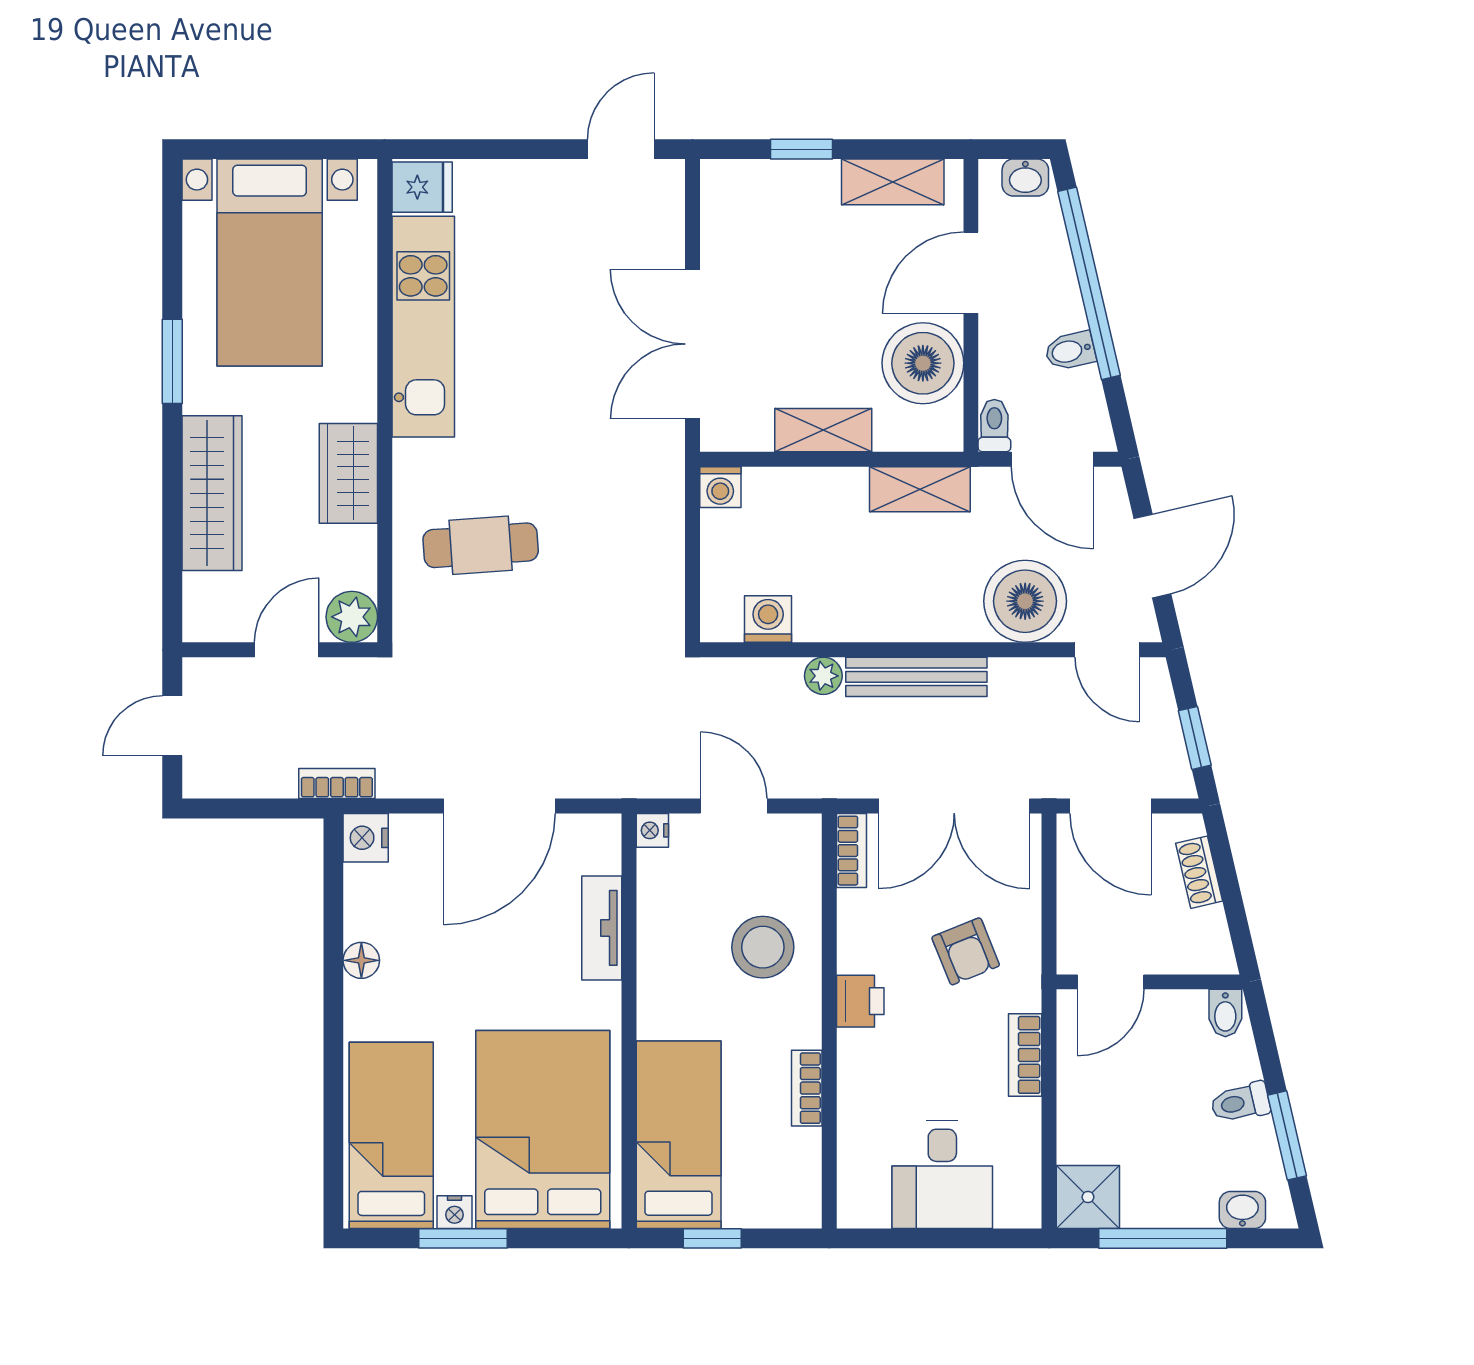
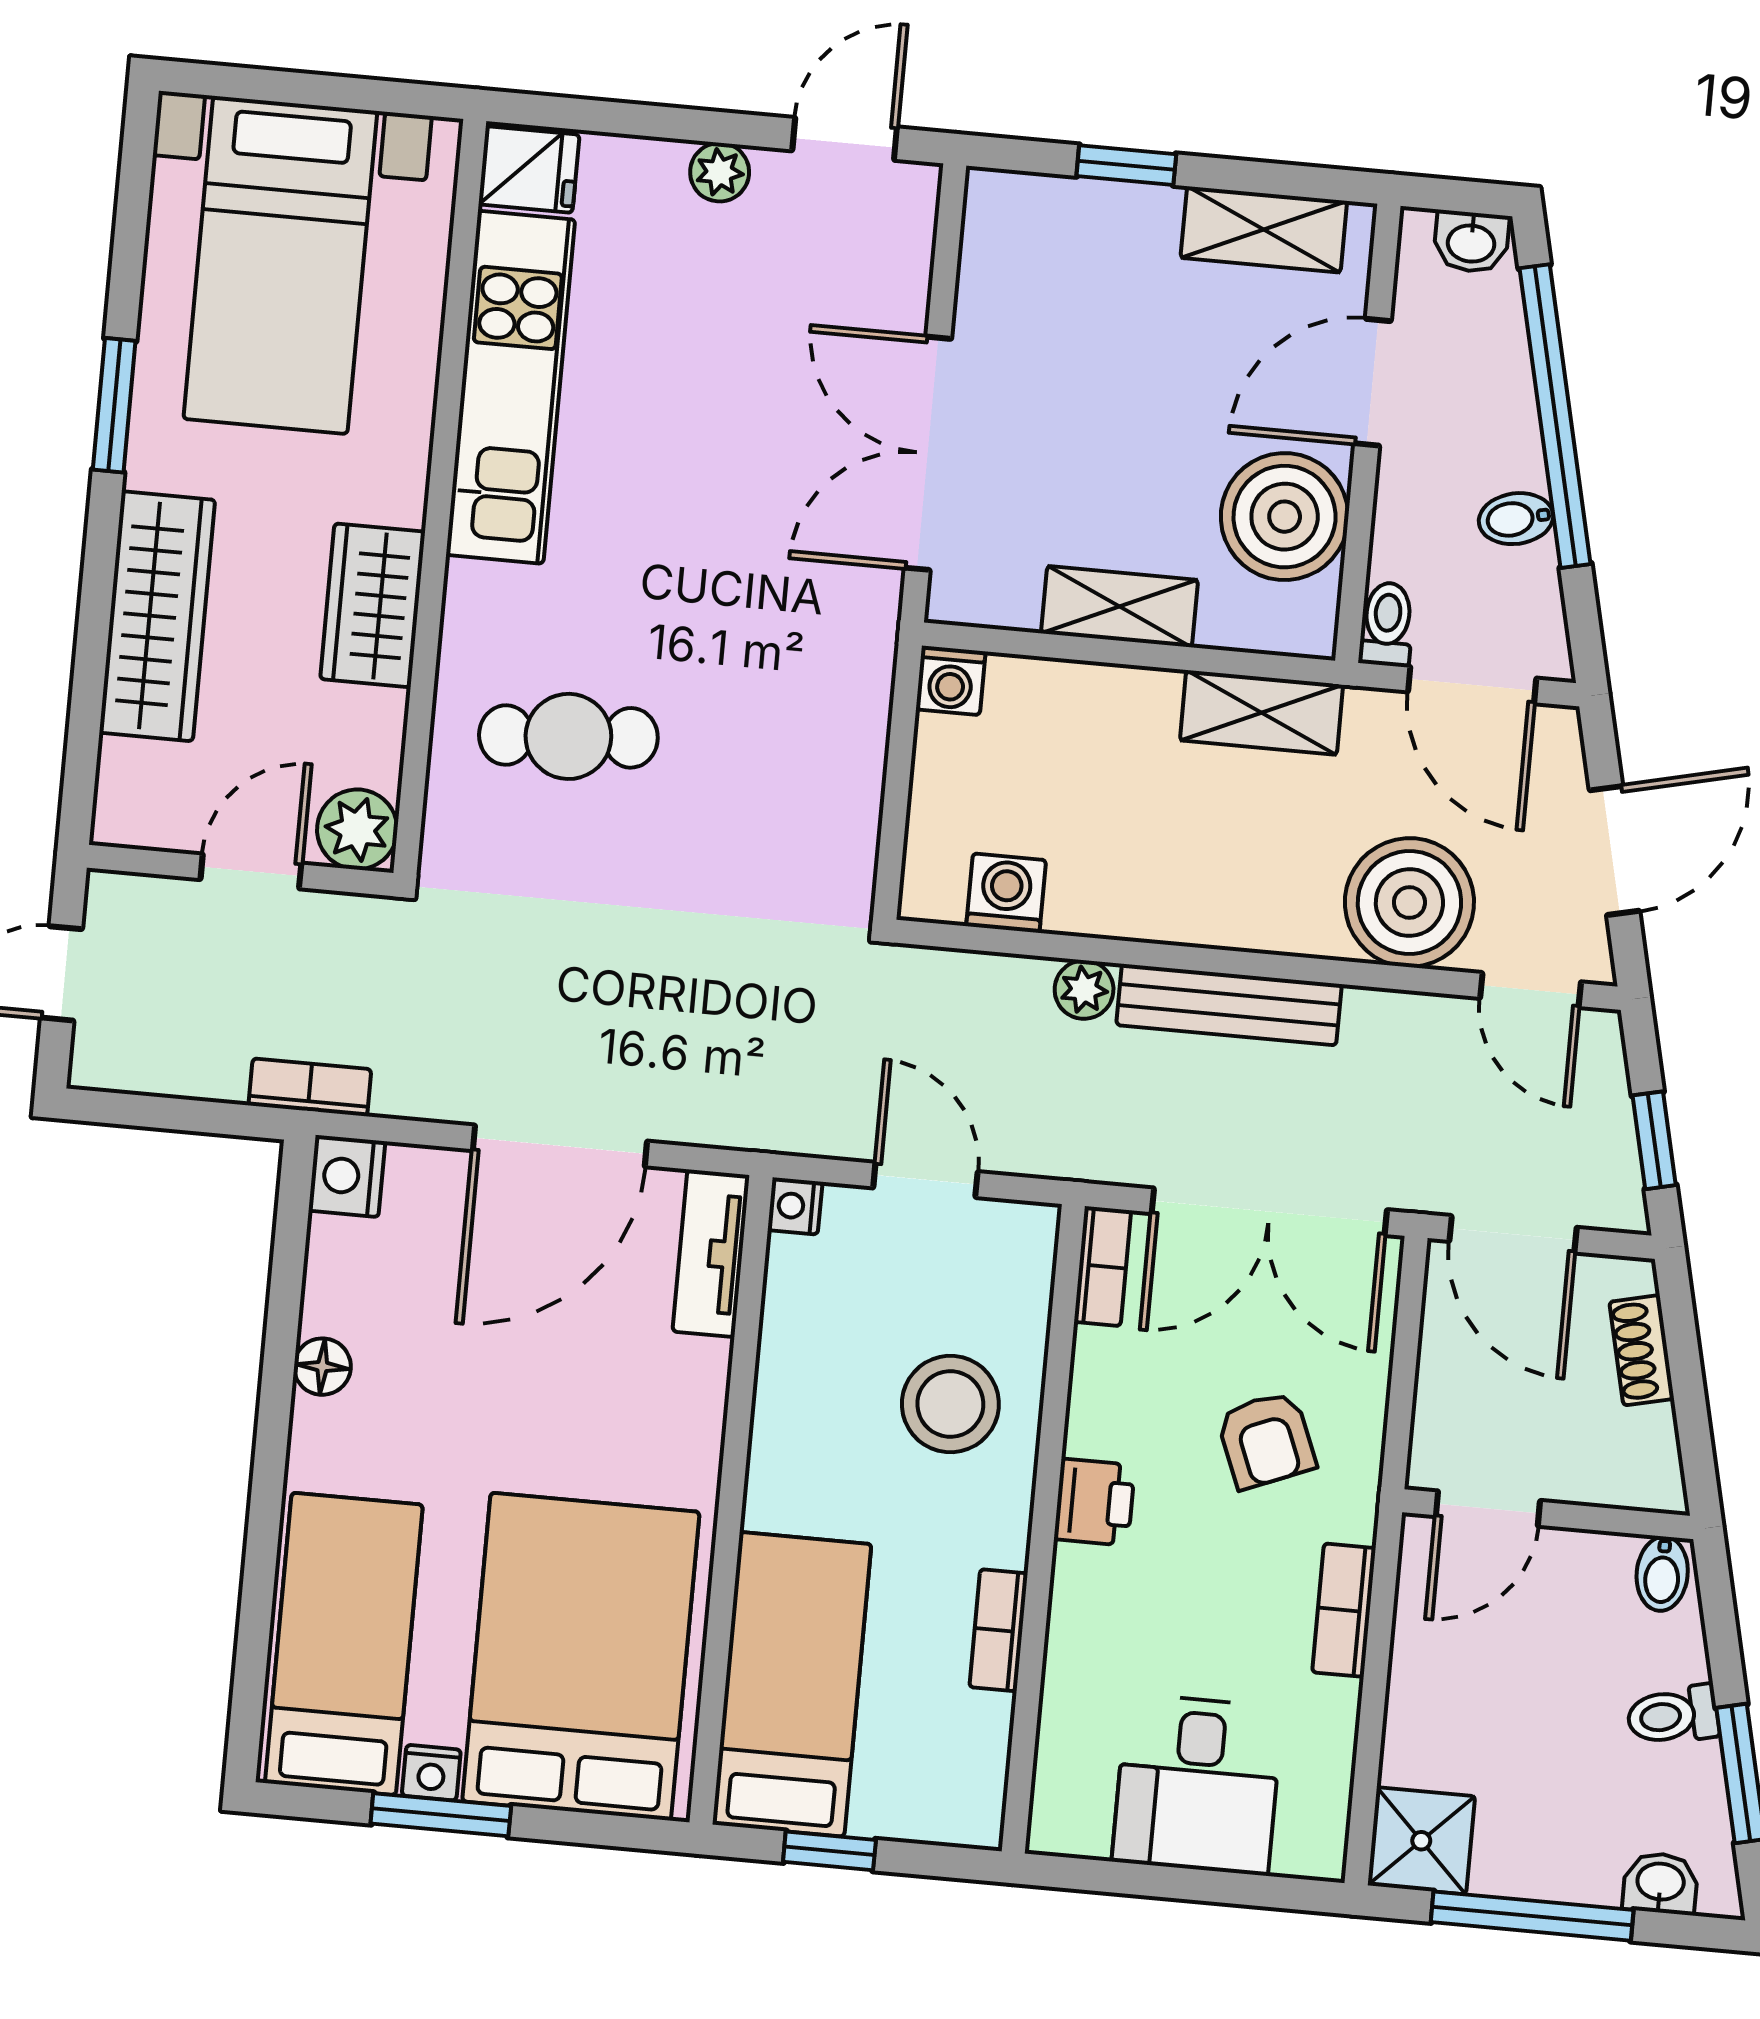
plant: (543, 178) -> (720, 172), added
tv unit: (602, 928) -> (711, 1253), moved

